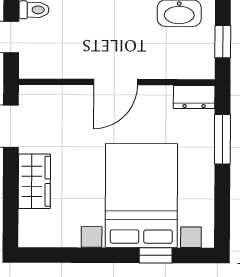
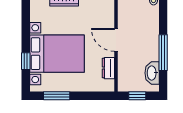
dresser: (194, 97) -> (108, 68), moved
window: (222, 139) -> (57, 96), moved

